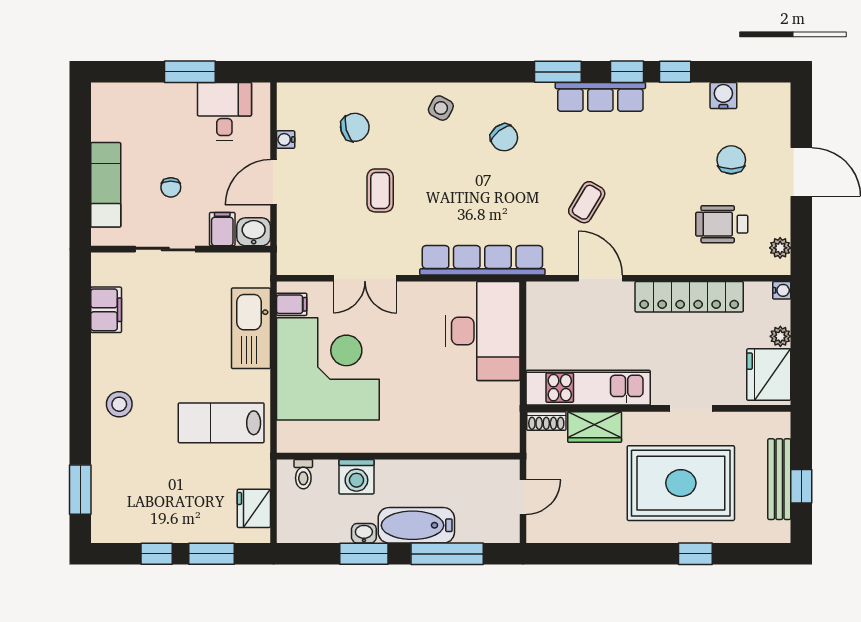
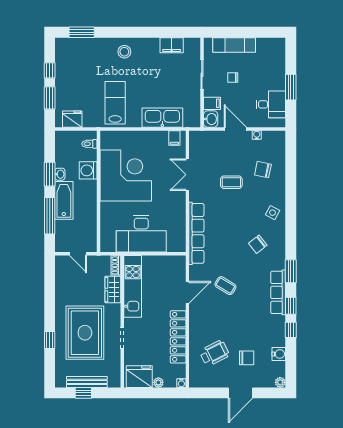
chair: (355, 127) -> (263, 170), turned 118
wheelchair: (722, 224) -> (214, 353), turned 63
plant: (780, 248) -> (280, 382), moved
desk: (483, 331) -> (141, 234), moved
corner desk: (328, 369) -> (126, 176), moved, turned -90

